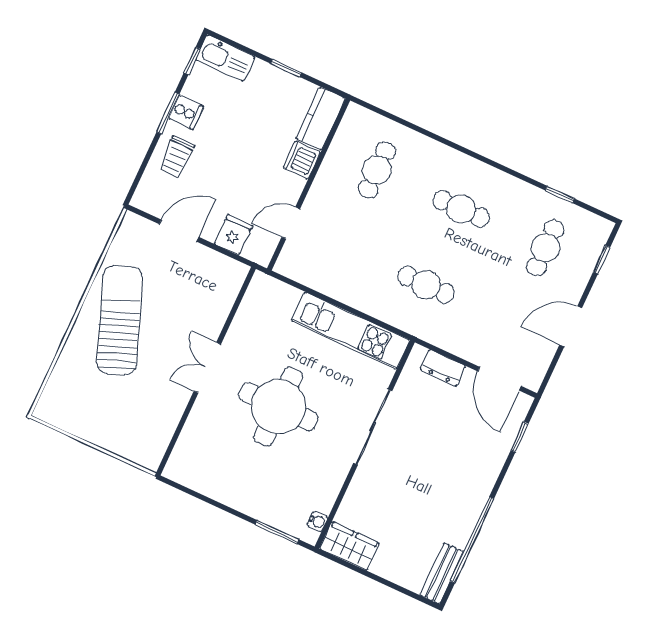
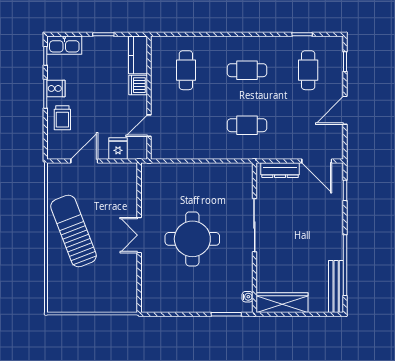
kitchen unit: (351, 331) -> (215, 174), removed
dresser: (443, 368) -> (280, 170), width x1.44
wardrobe: (349, 546) -> (282, 303), width x1.50
bench: (442, 573) -> (336, 287), width x1.36

